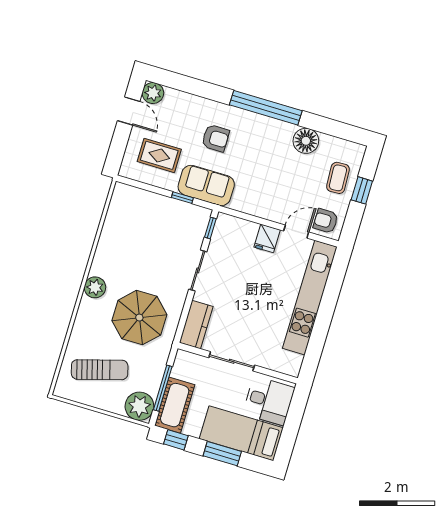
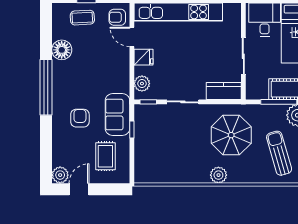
armchair: (326, 221) -> (117, 17), turned 90
plant: (235, 227) -> (142, 84), added

